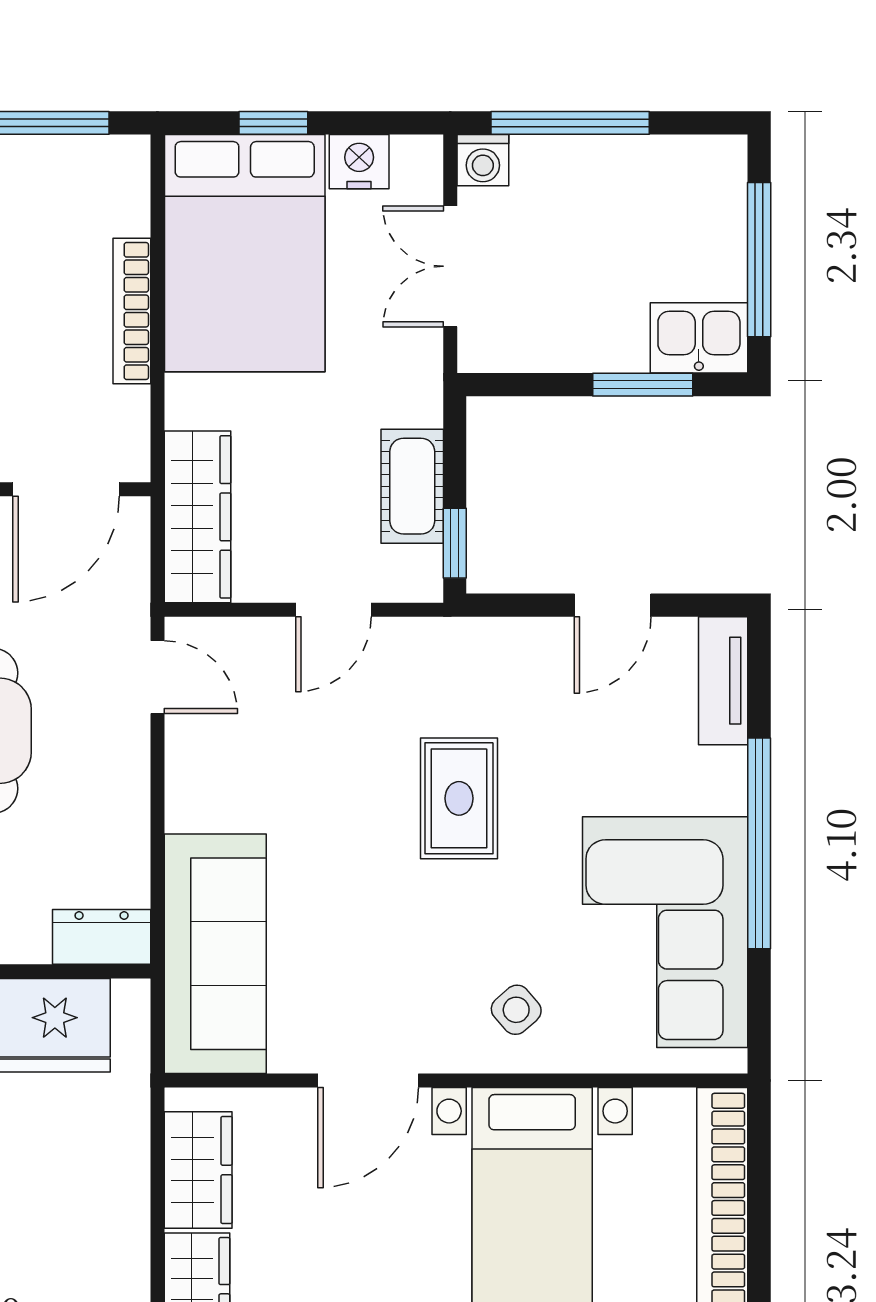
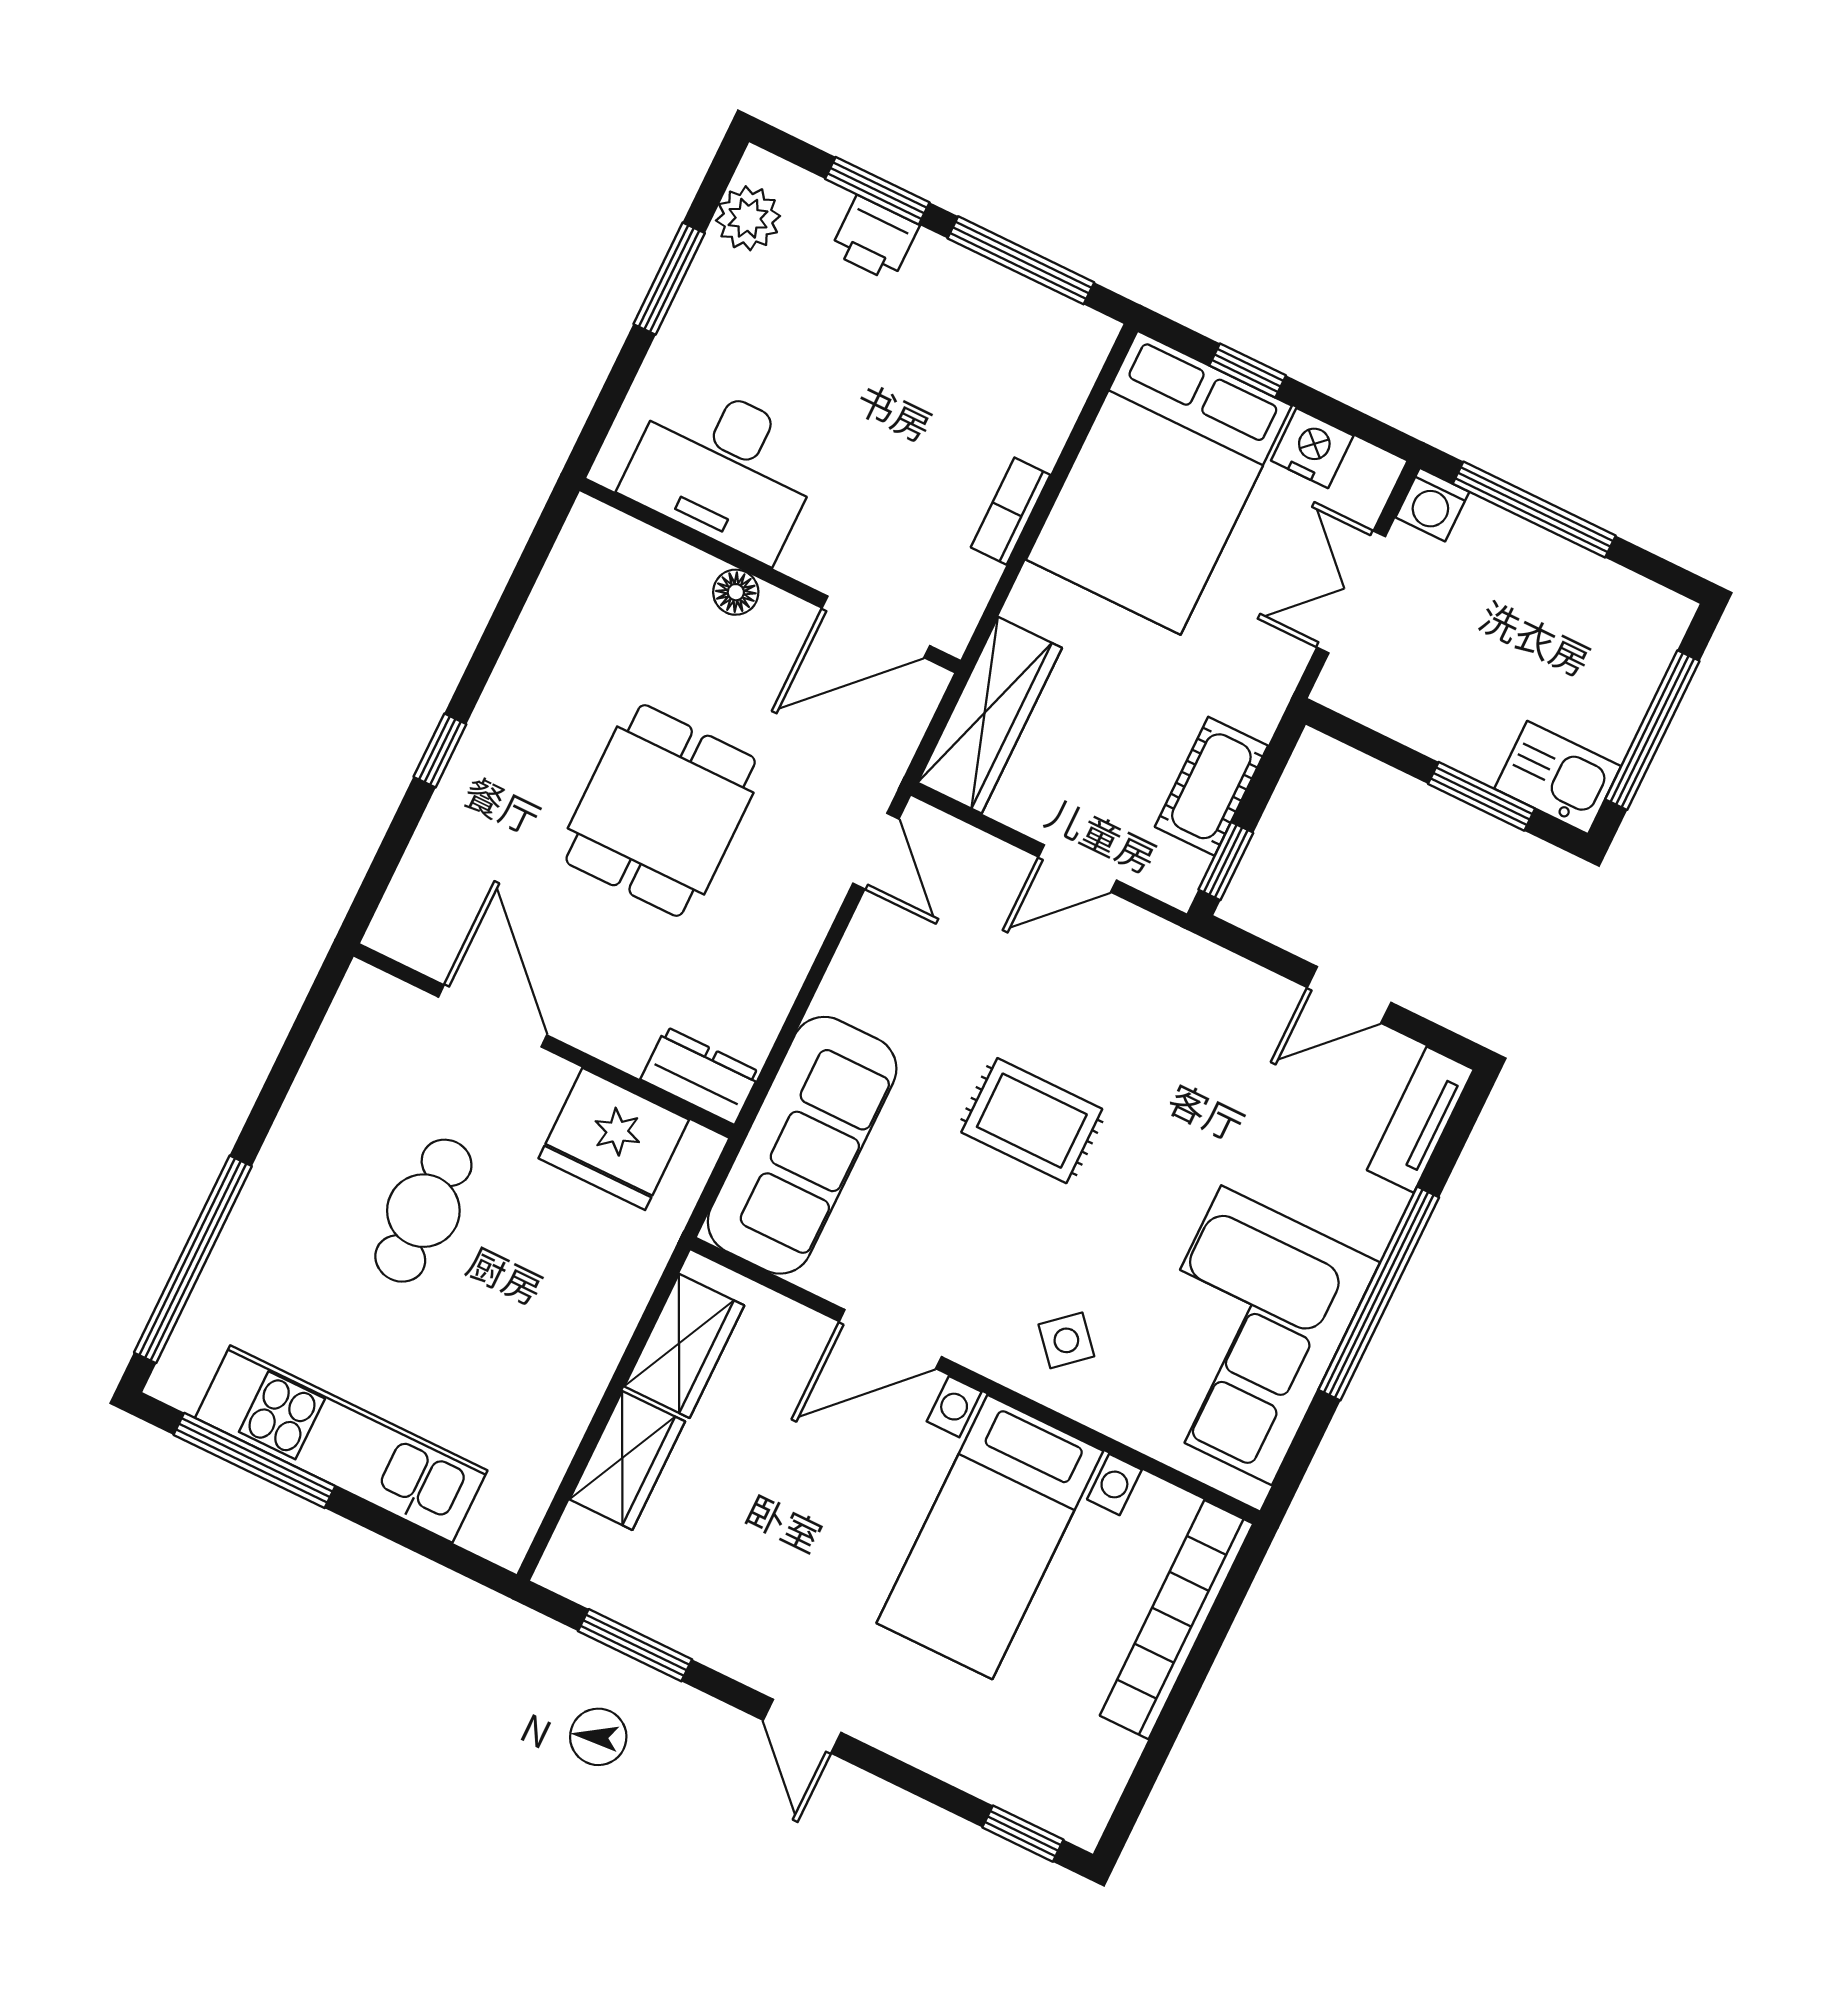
bookcase: (132, 311) -> (1011, 511), width x0.64
rug: (459, 798) -> (1032, 1121), moved, turned 90

